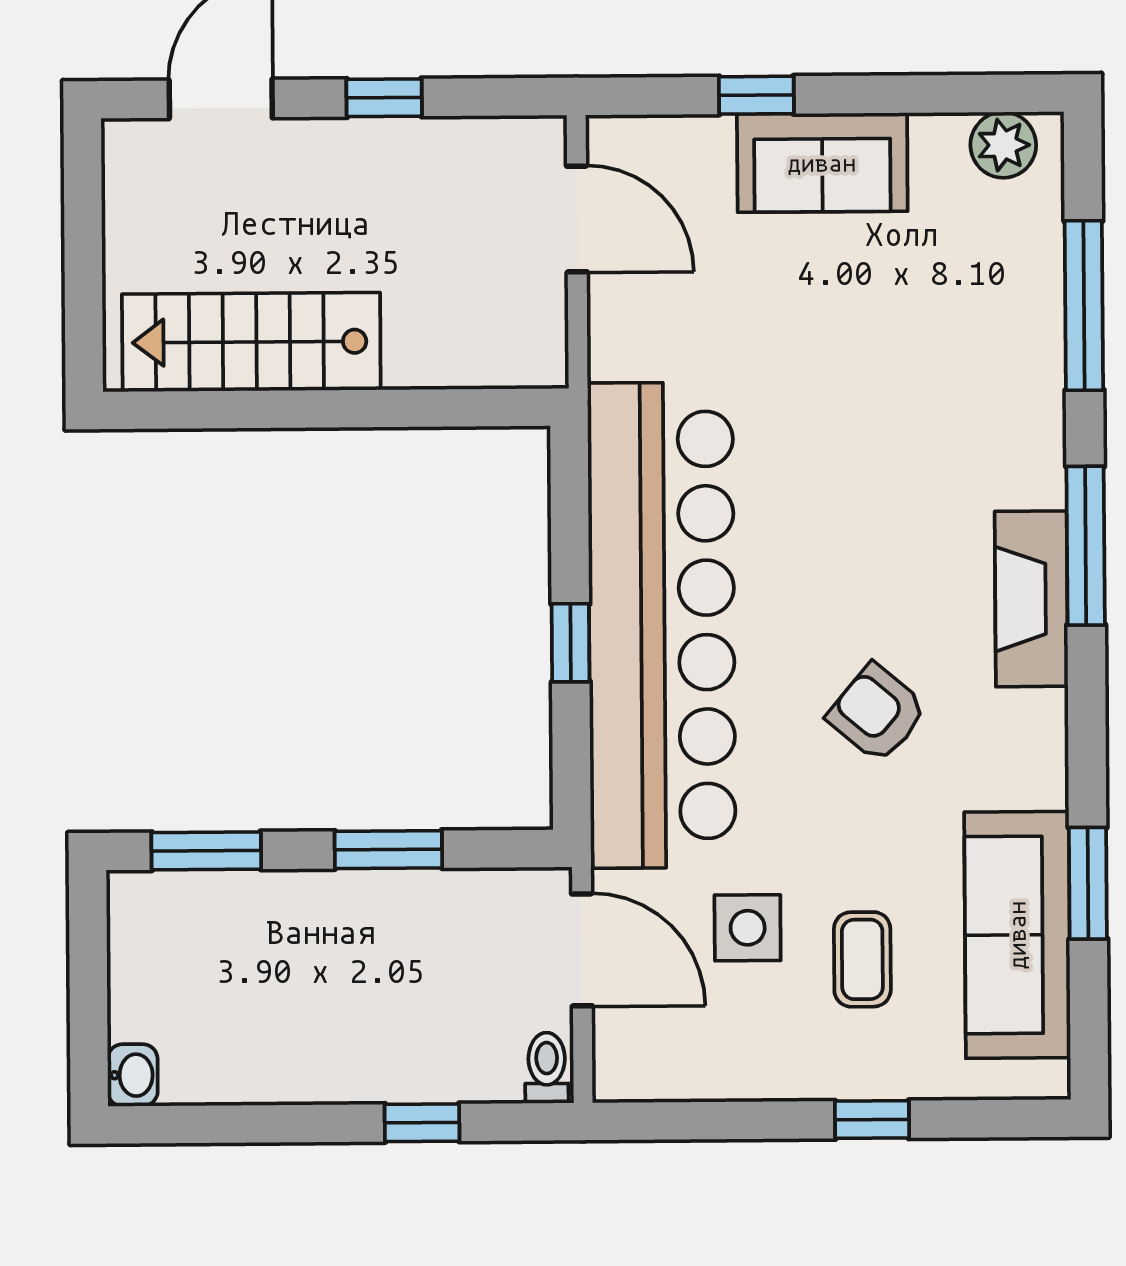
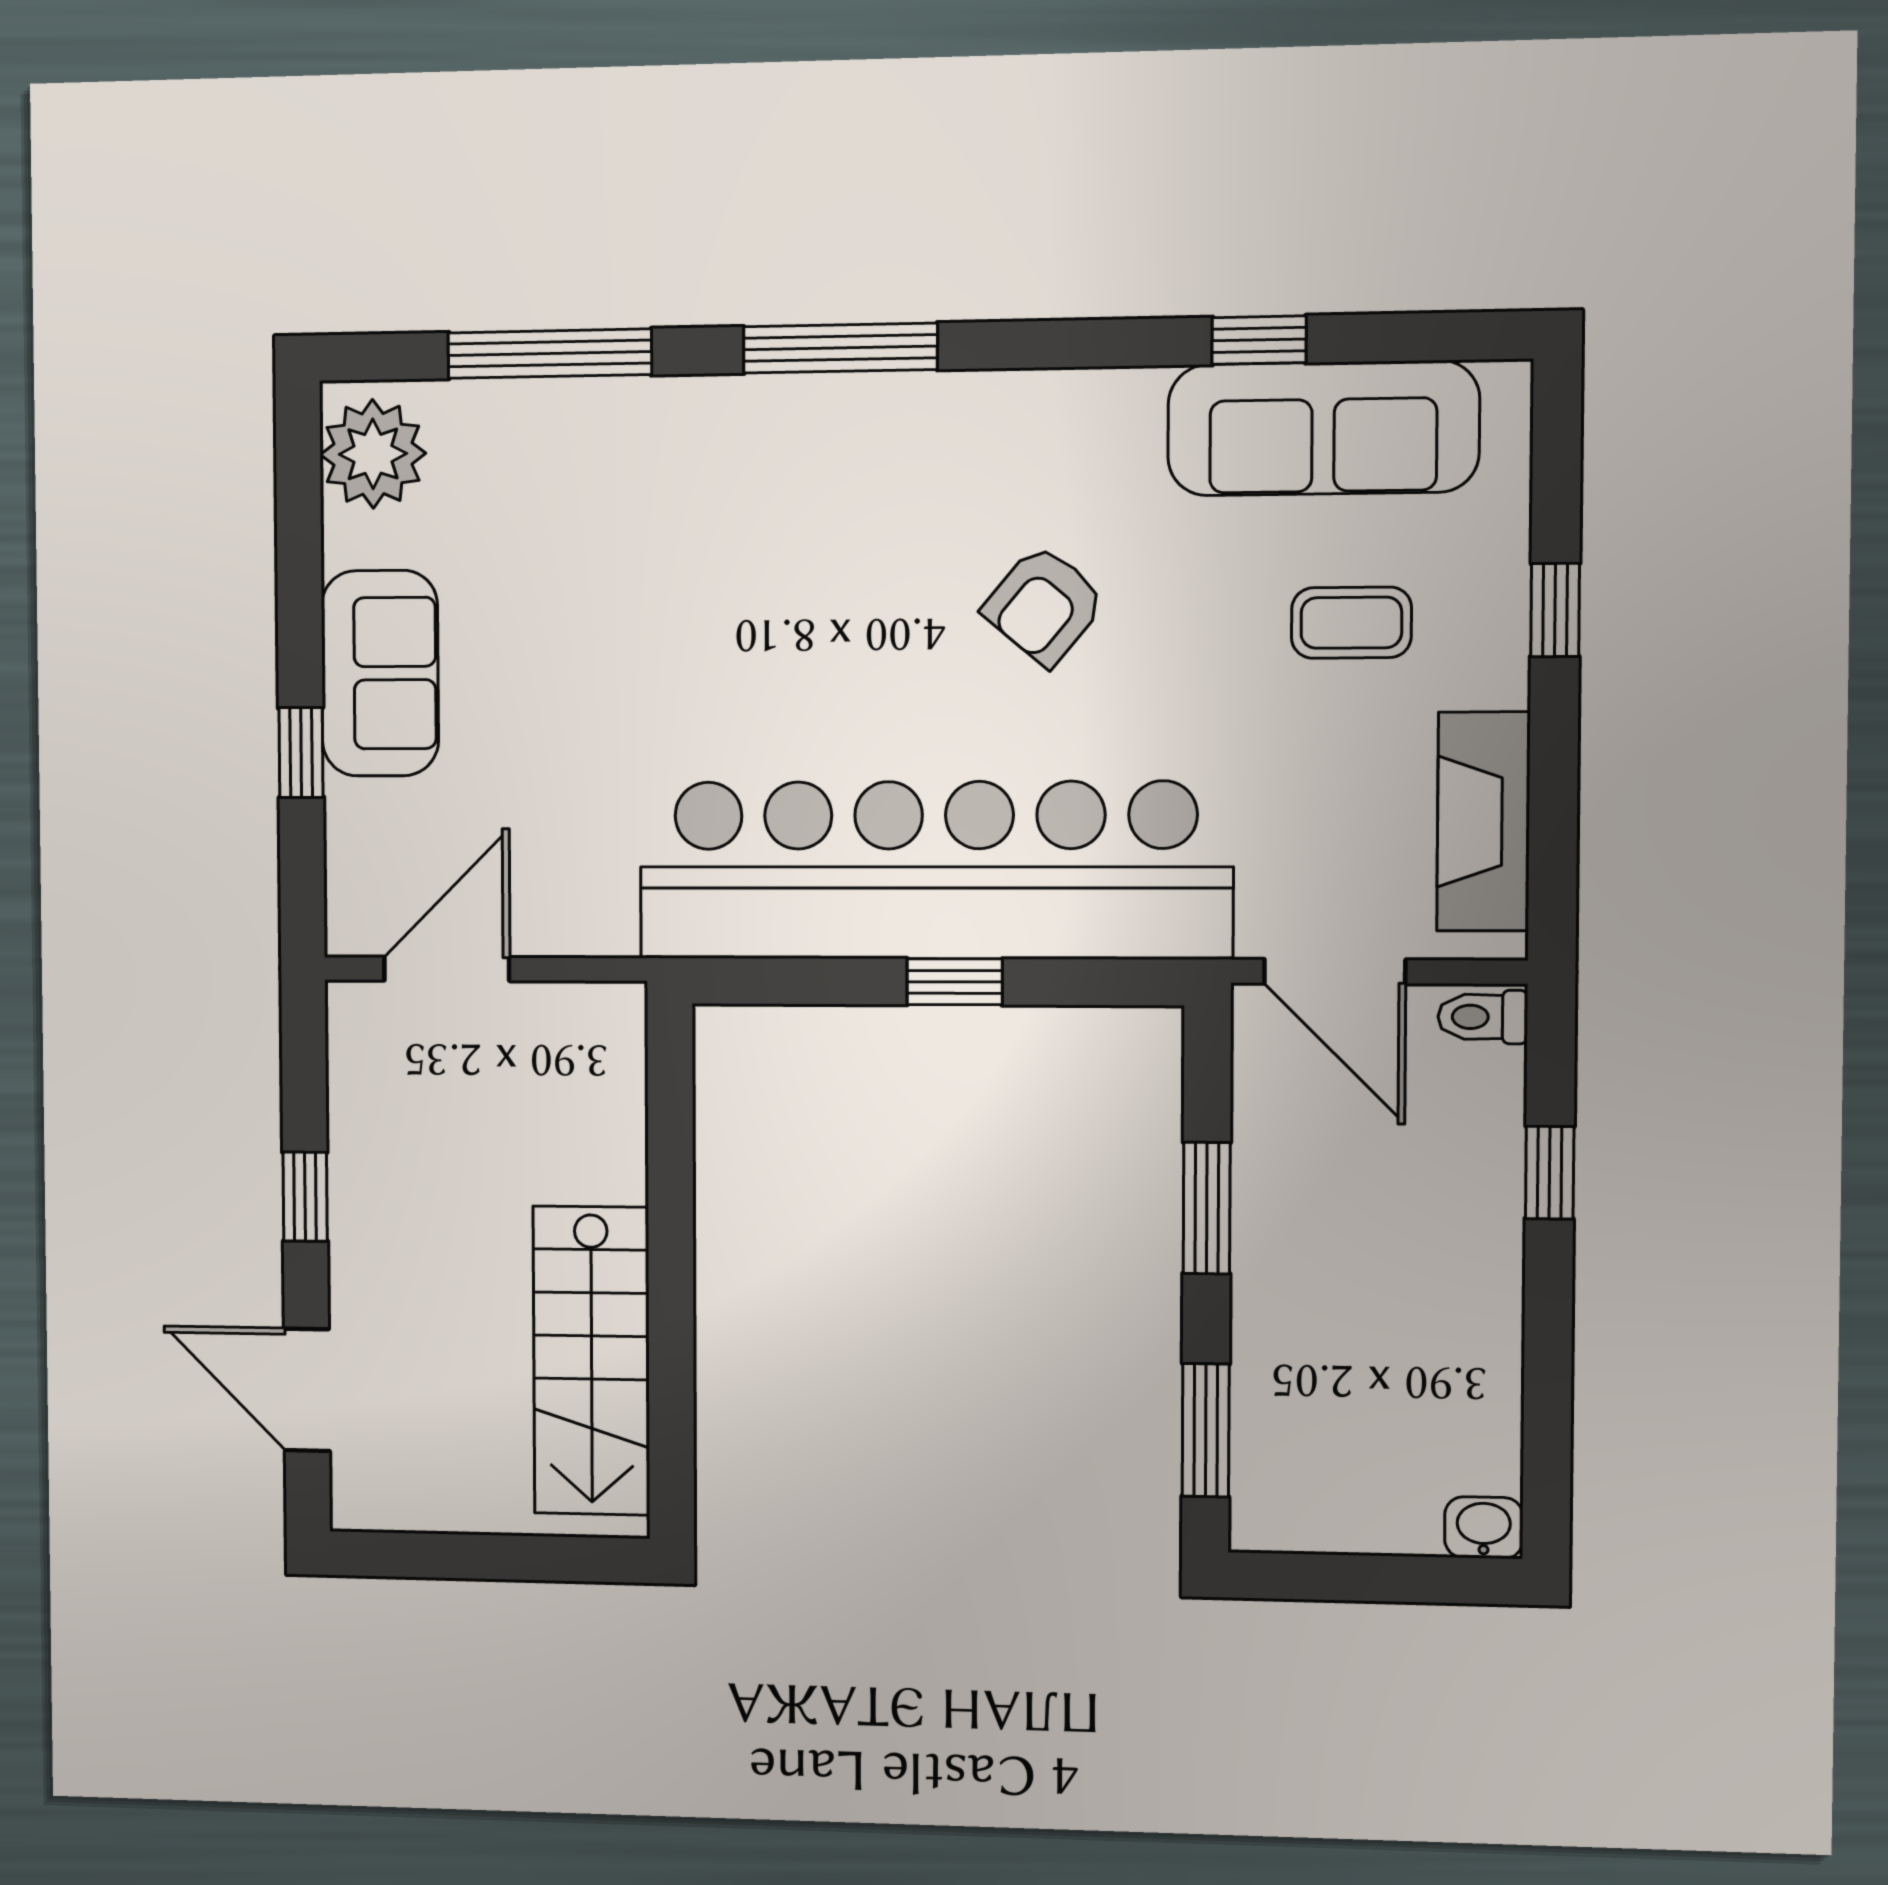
plant: (1003, 145) -> (373, 454), width x1.36, depth x1.36
fireplace: (1031, 599) -> (1483, 822), moved, turned 90
window: (1088, 883) -> (1259, 340), width x0.67
side table: (748, 928) -> (1310, 766), removed
door: (582, 950) -> (1335, 972), swing flipped

